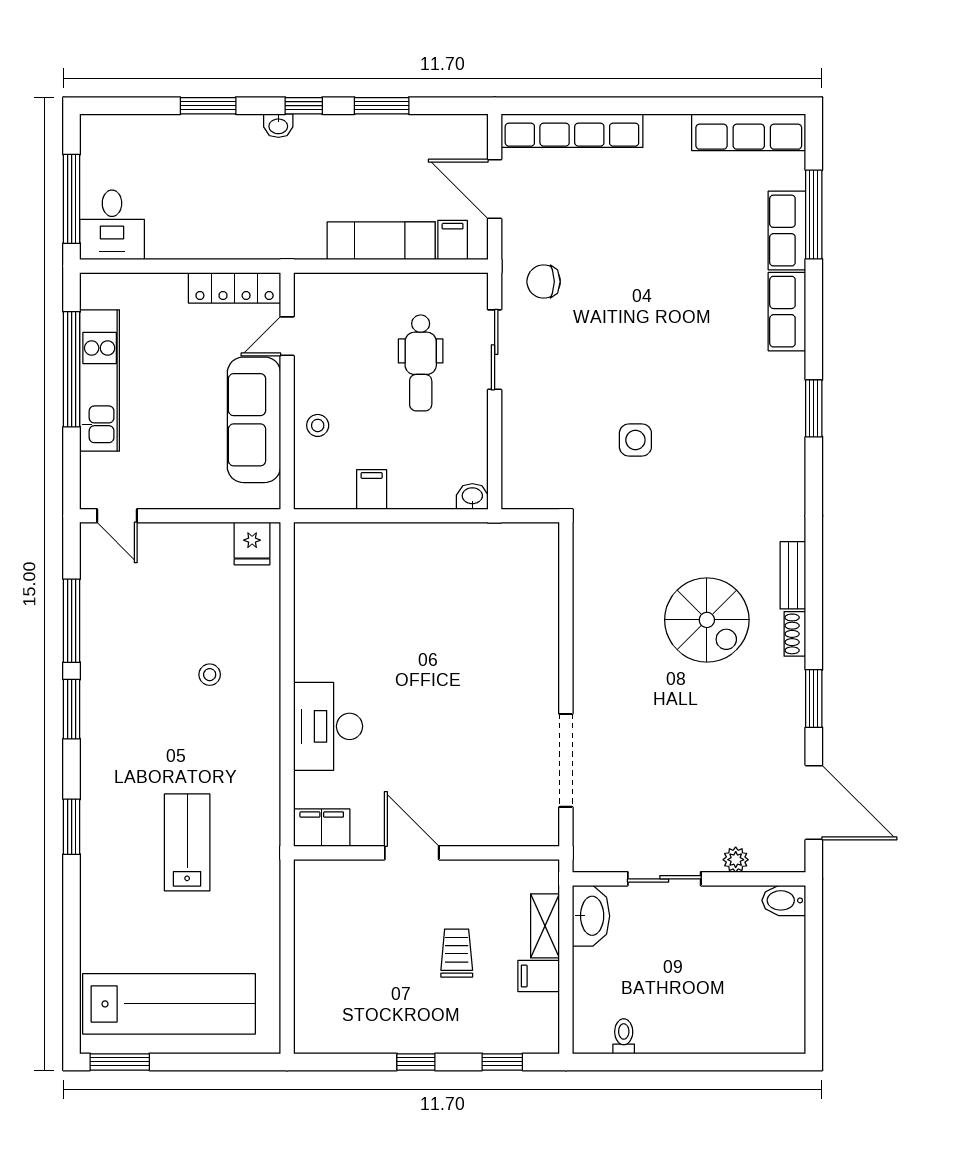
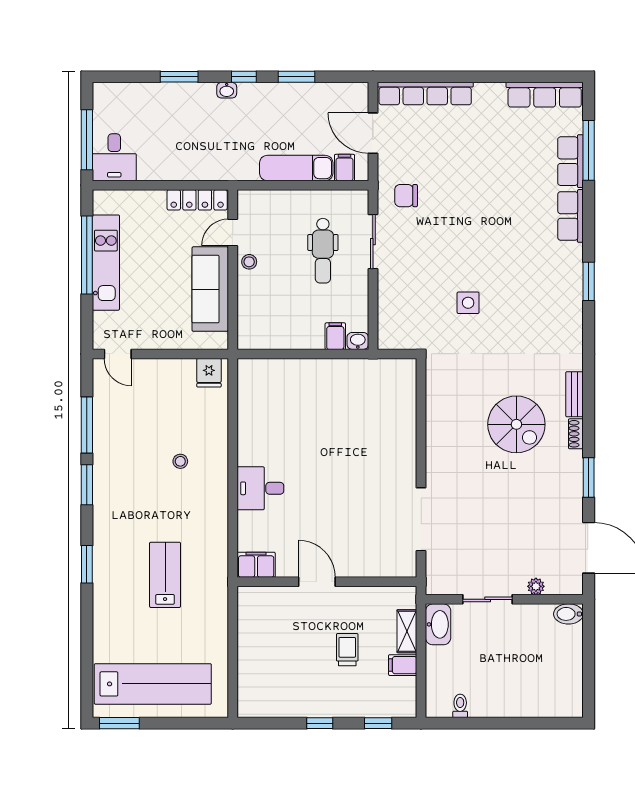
stool: (318, 425) -> (249, 262), moved
filing cabinet: (372, 489) -> (335, 336), moved
desk: (328, 726) -> (260, 488), width x0.73

